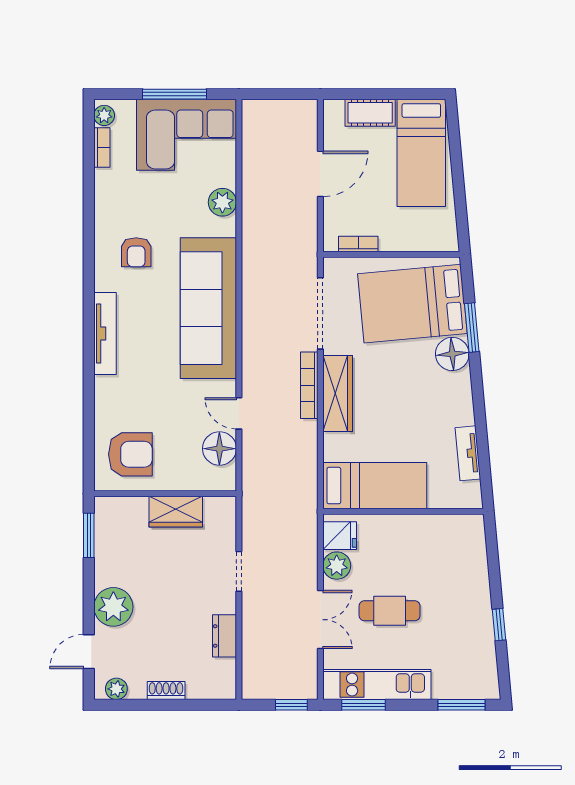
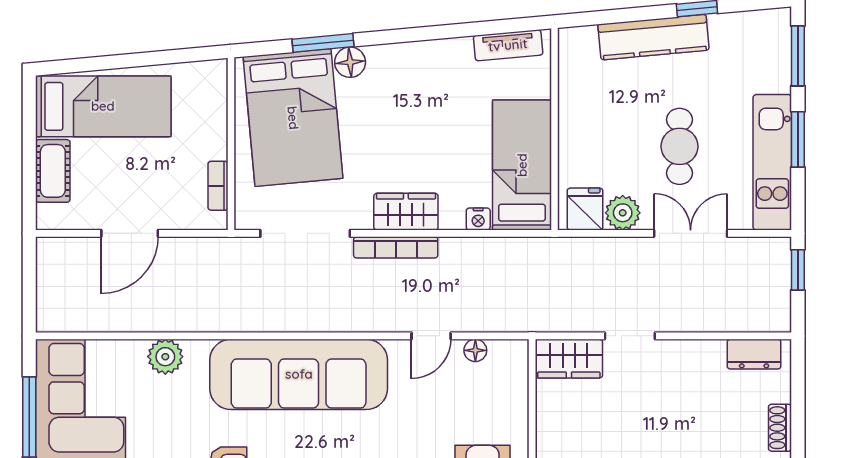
door: (320, 174) -> (130, 233), swing flipped
floor lamp: (452, 354) -> (350, 62), width x0.73, depth x0.73
wardrobe: (338, 393) -> (406, 212), width x0.67
floor lamp: (219, 449) -> (475, 350), width x0.53, depth x0.53
nightstand: (332, 451) -> (478, 219), added
tv unit: (468, 453) -> (508, 45), moved
wardrobe: (176, 512) -> (569, 359), moved, turned 90
kitchen counter: (476, 590) -> (653, 37), added
dresser: (224, 636) -> (754, 354), moved
window: (363, 705) -> (798, 139), moved

